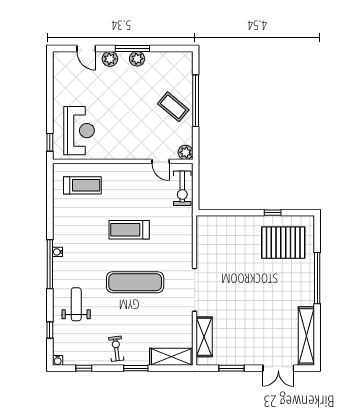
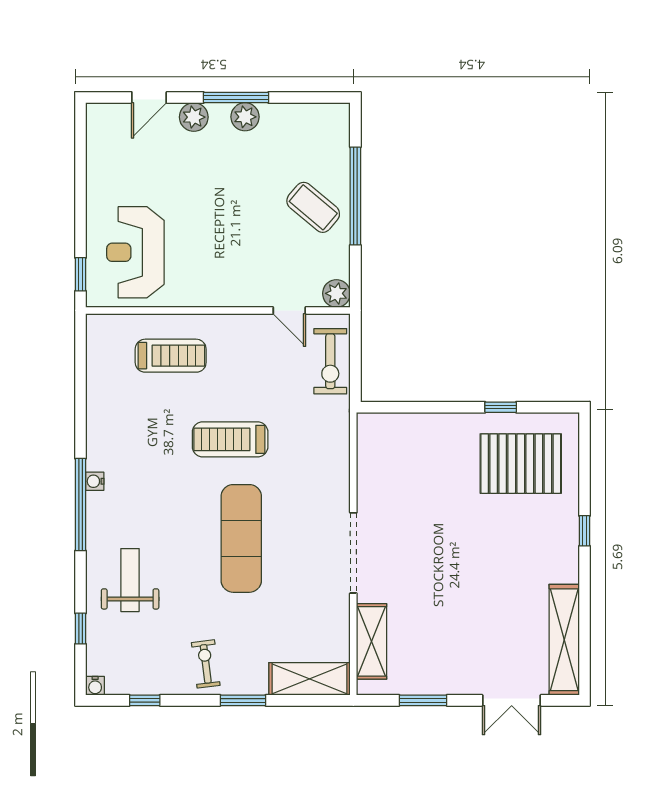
door: (86, 48) -> (149, 98), hinge flipped
reception desk: (79, 131) -> (135, 252), turned 180
treadmill: (82, 185) -> (171, 356), moved
window: (317, 278) -> (584, 531), width x0.32
exercise mat: (135, 282) -> (241, 538), turned 90

